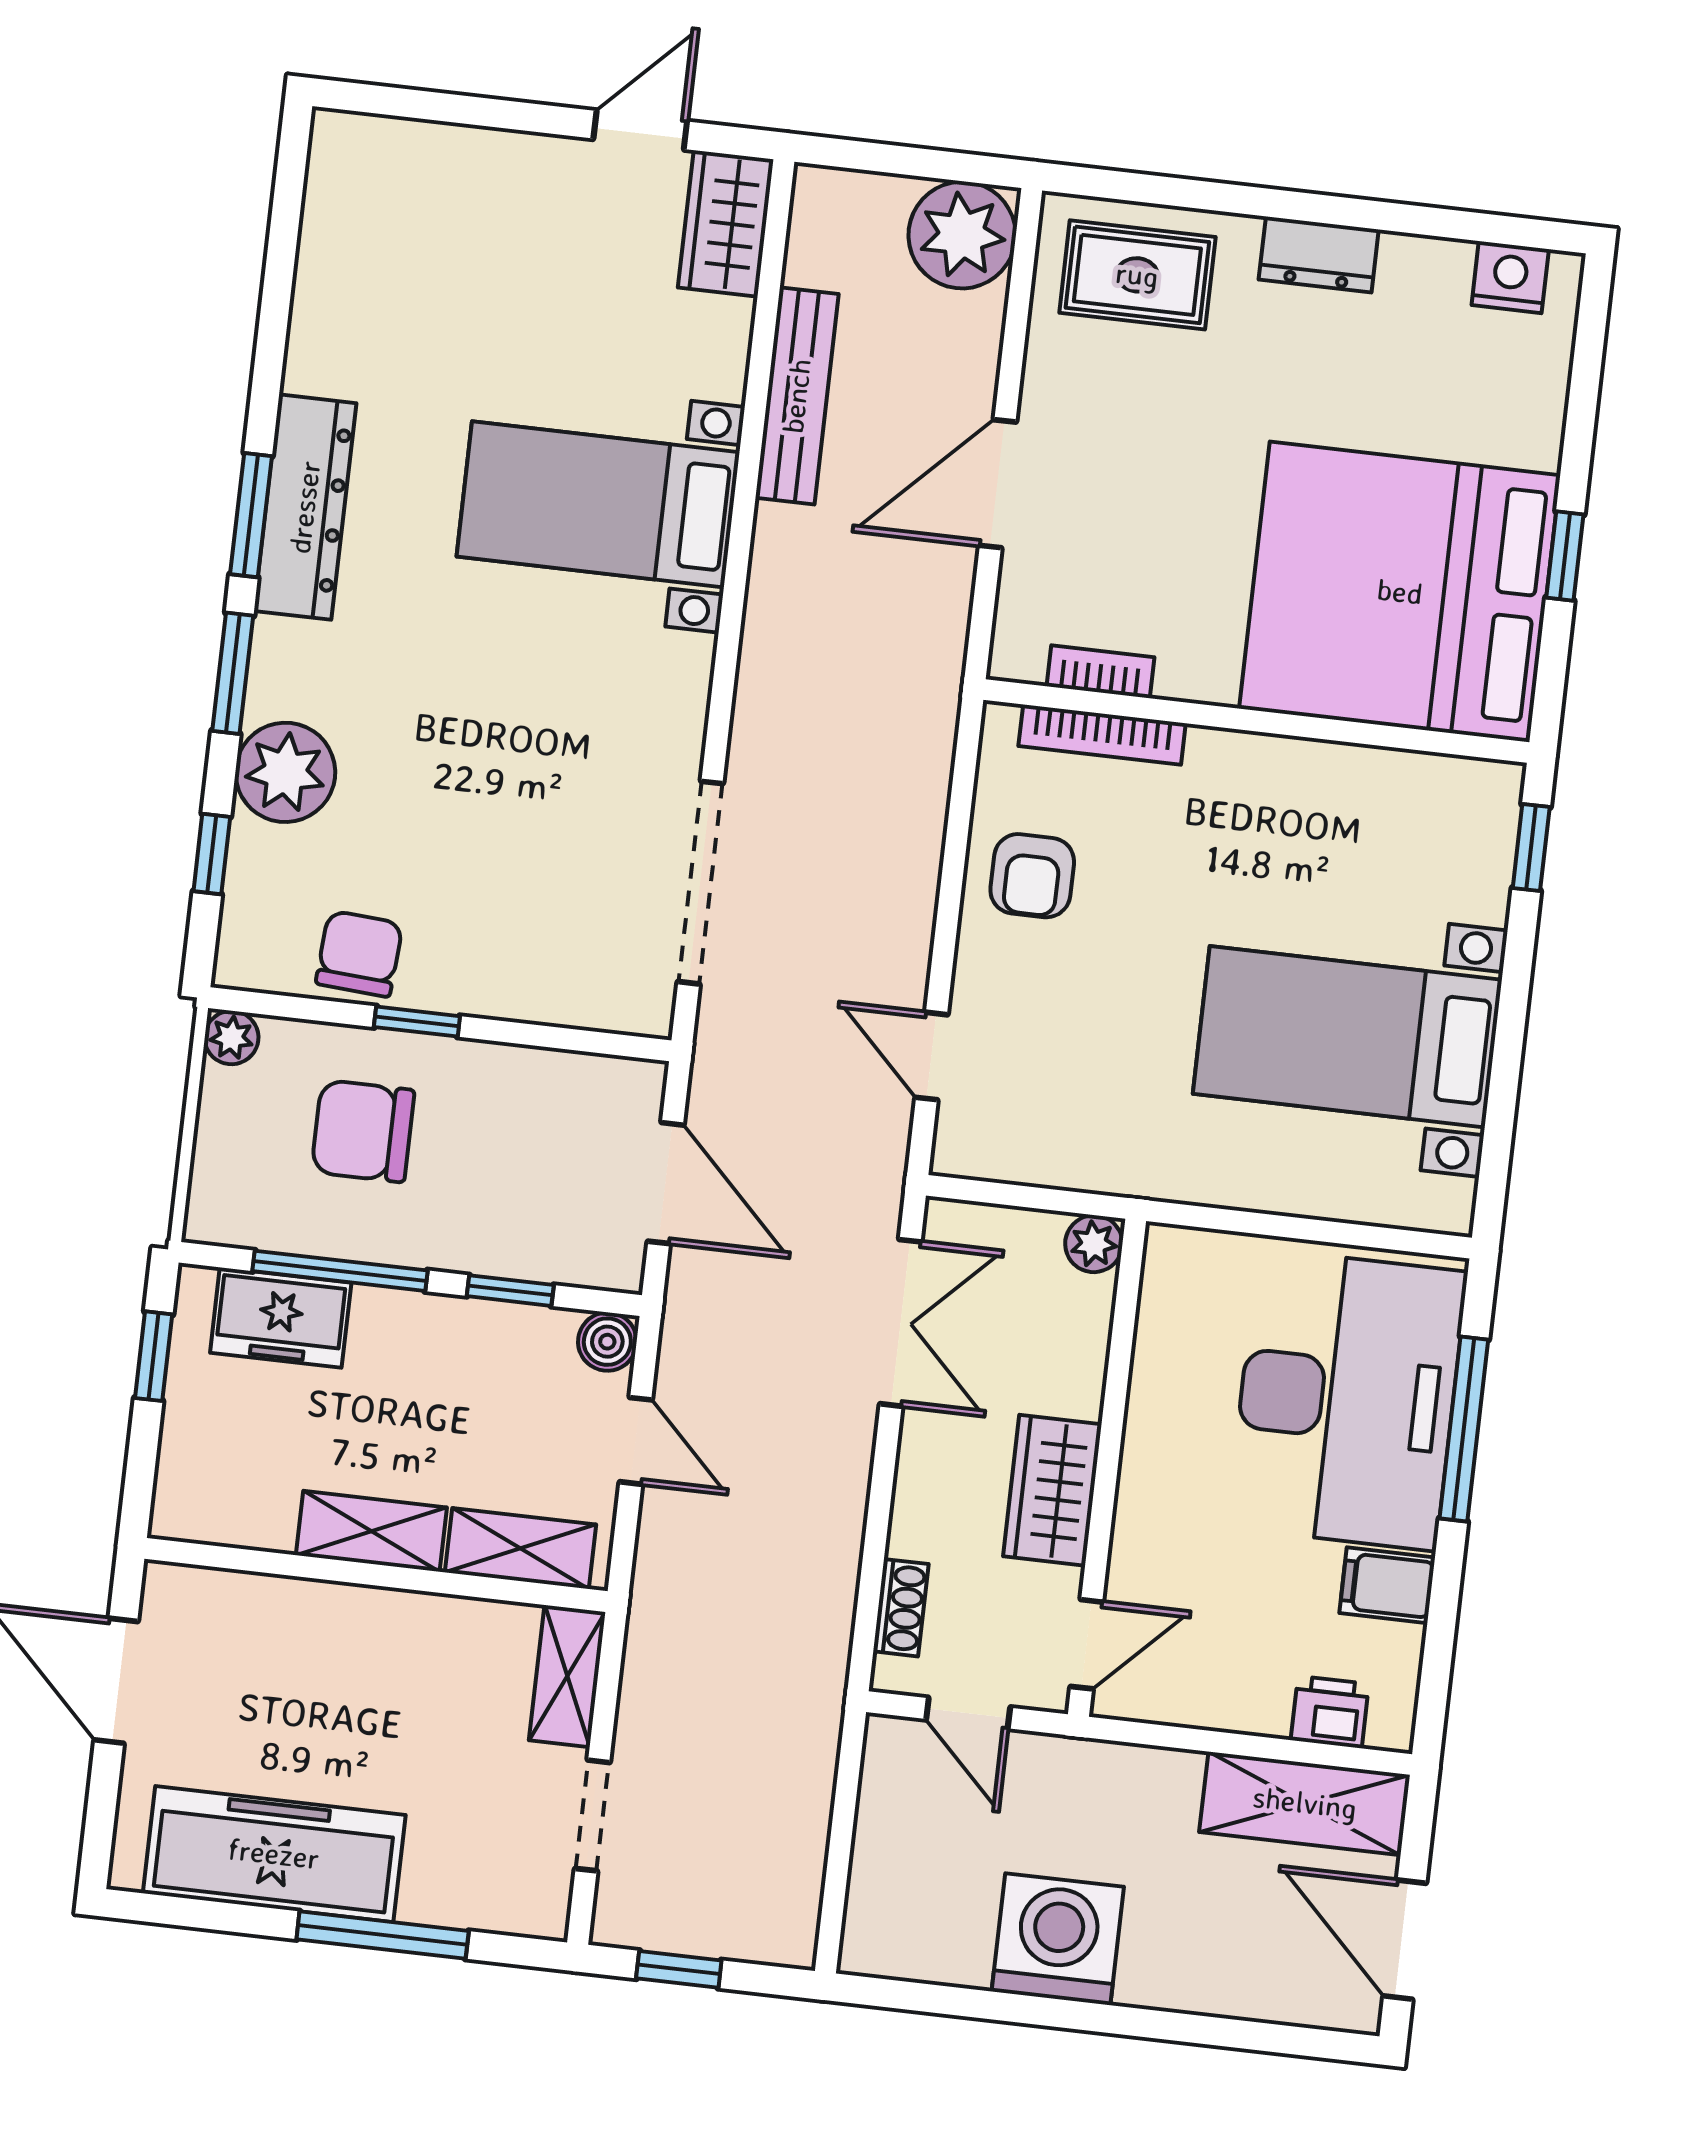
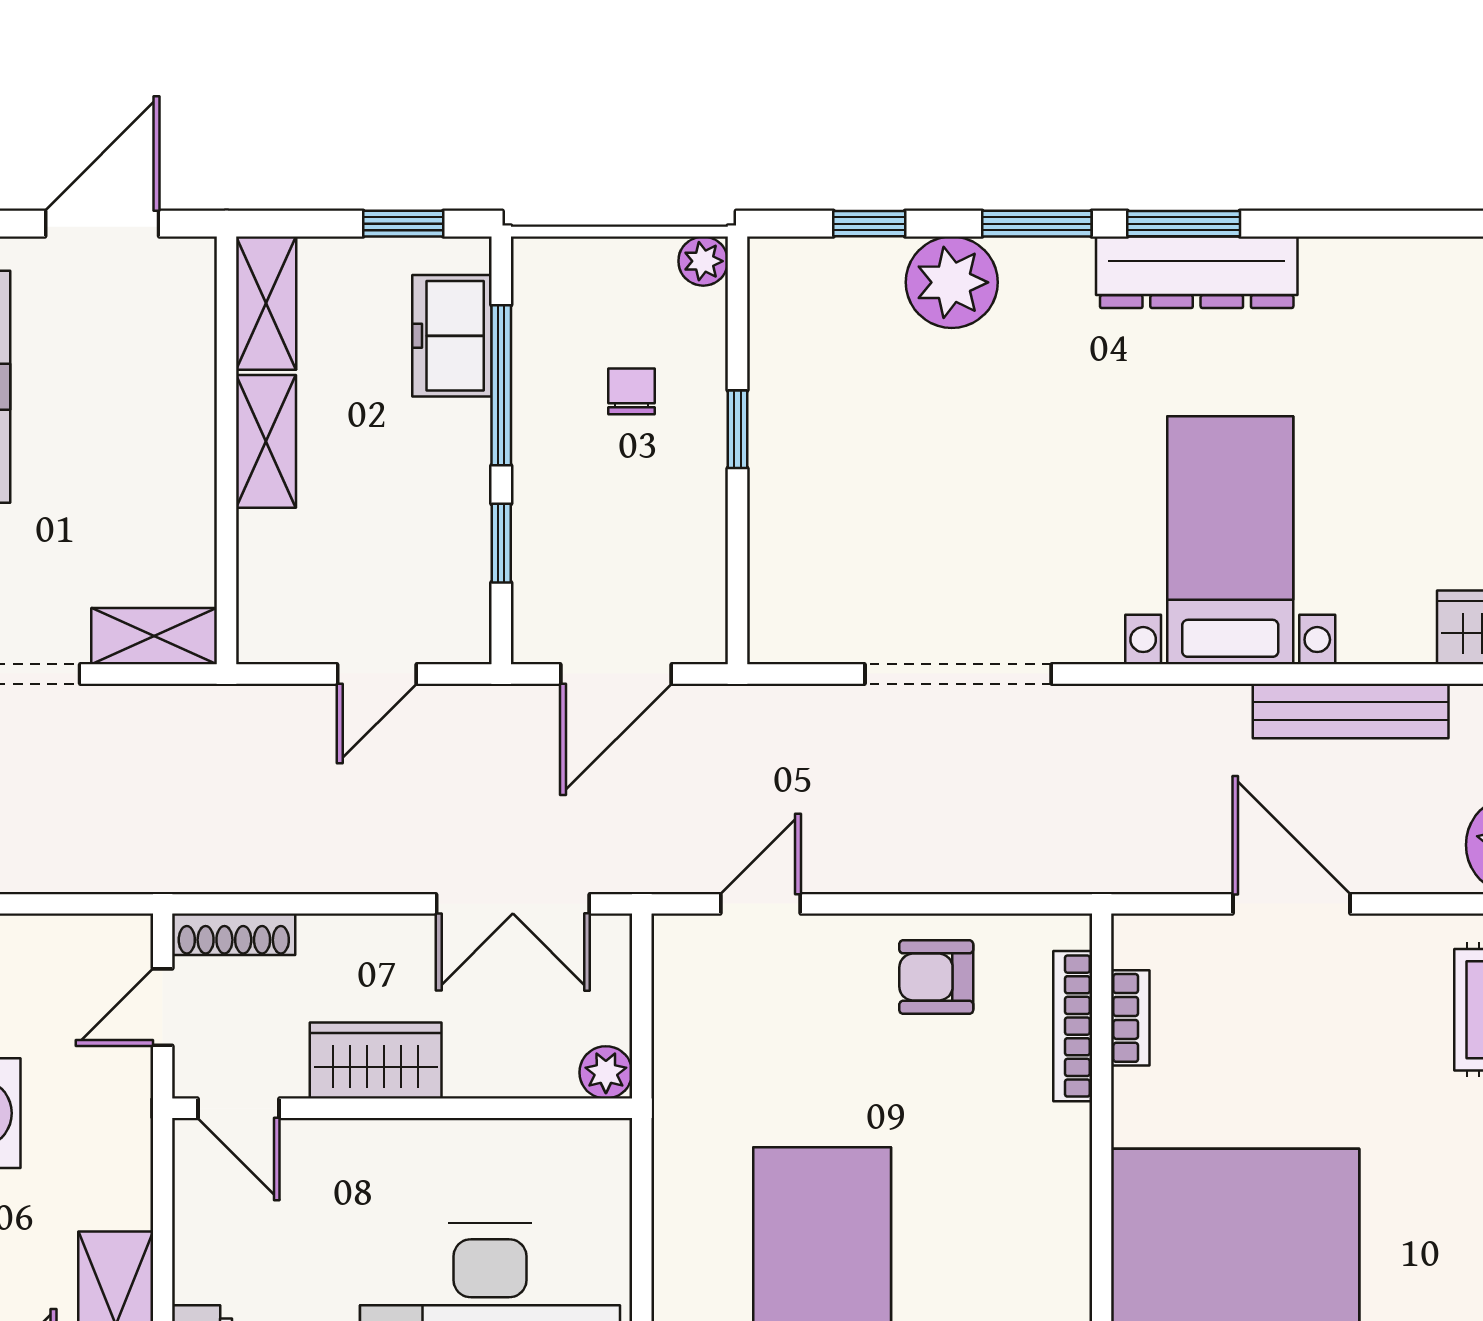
doorway: (700, 883) -> (958, 674), moved
chair: (359, 954) -> (794, 369), removed
chair: (363, 1131) -> (632, 391), width x0.54, depth x0.54
boiler: (607, 1342) -> (465, 637), removed
shelving: (520, 1548) -> (266, 303), moved
shoe rack: (901, 1608) -> (234, 934), width x1.43

